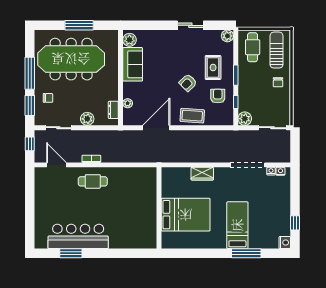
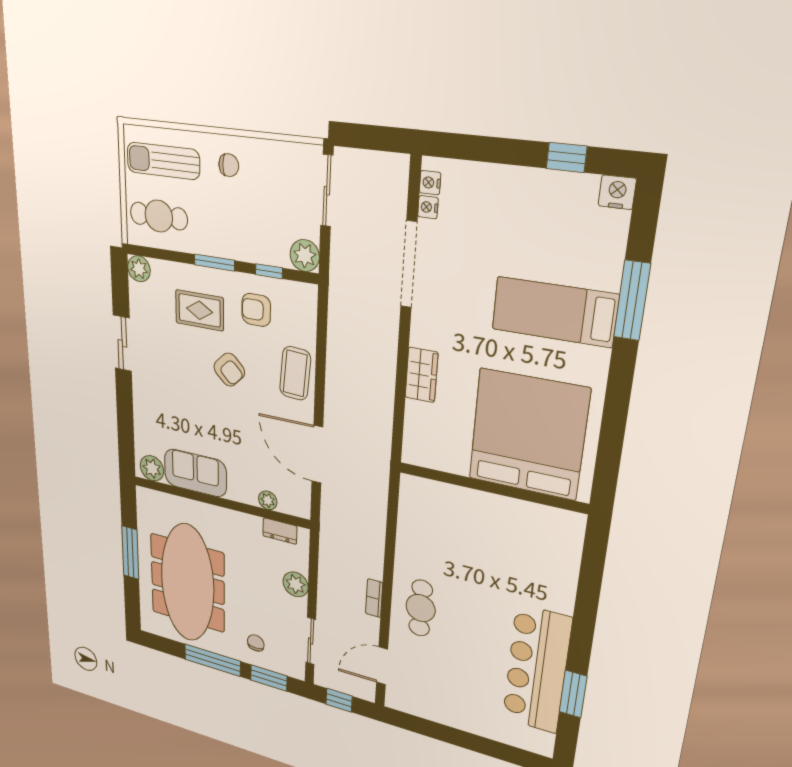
bed: (186, 215) -> (528, 434), width x1.36

